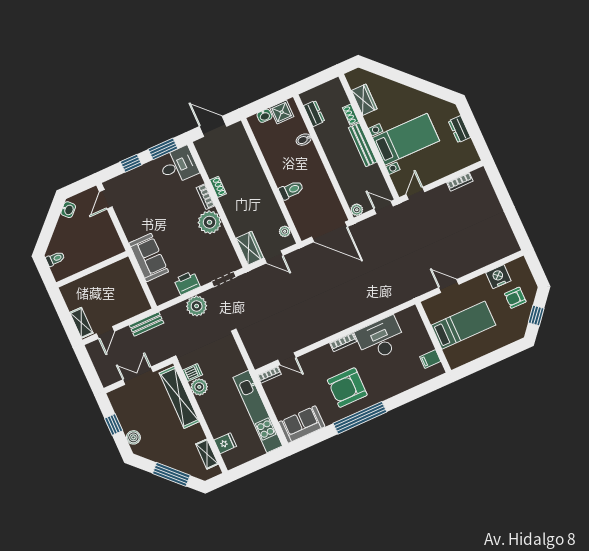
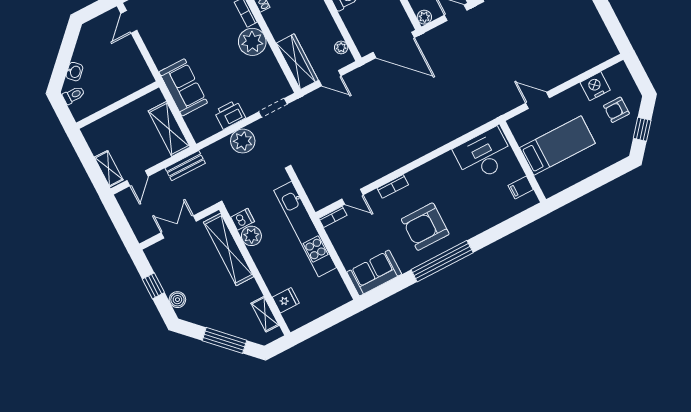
washbasin: (68, 210) -> (74, 72), moved
wardrobe: (250, 248) -> (297, 62), width x1.50
shelving: (135, 292) -> (169, 129), added
desk: (380, 339) -> (484, 155), moved
bookcase: (343, 342) -> (393, 186), moved
kitchen unit: (258, 412) -> (305, 229), moved

